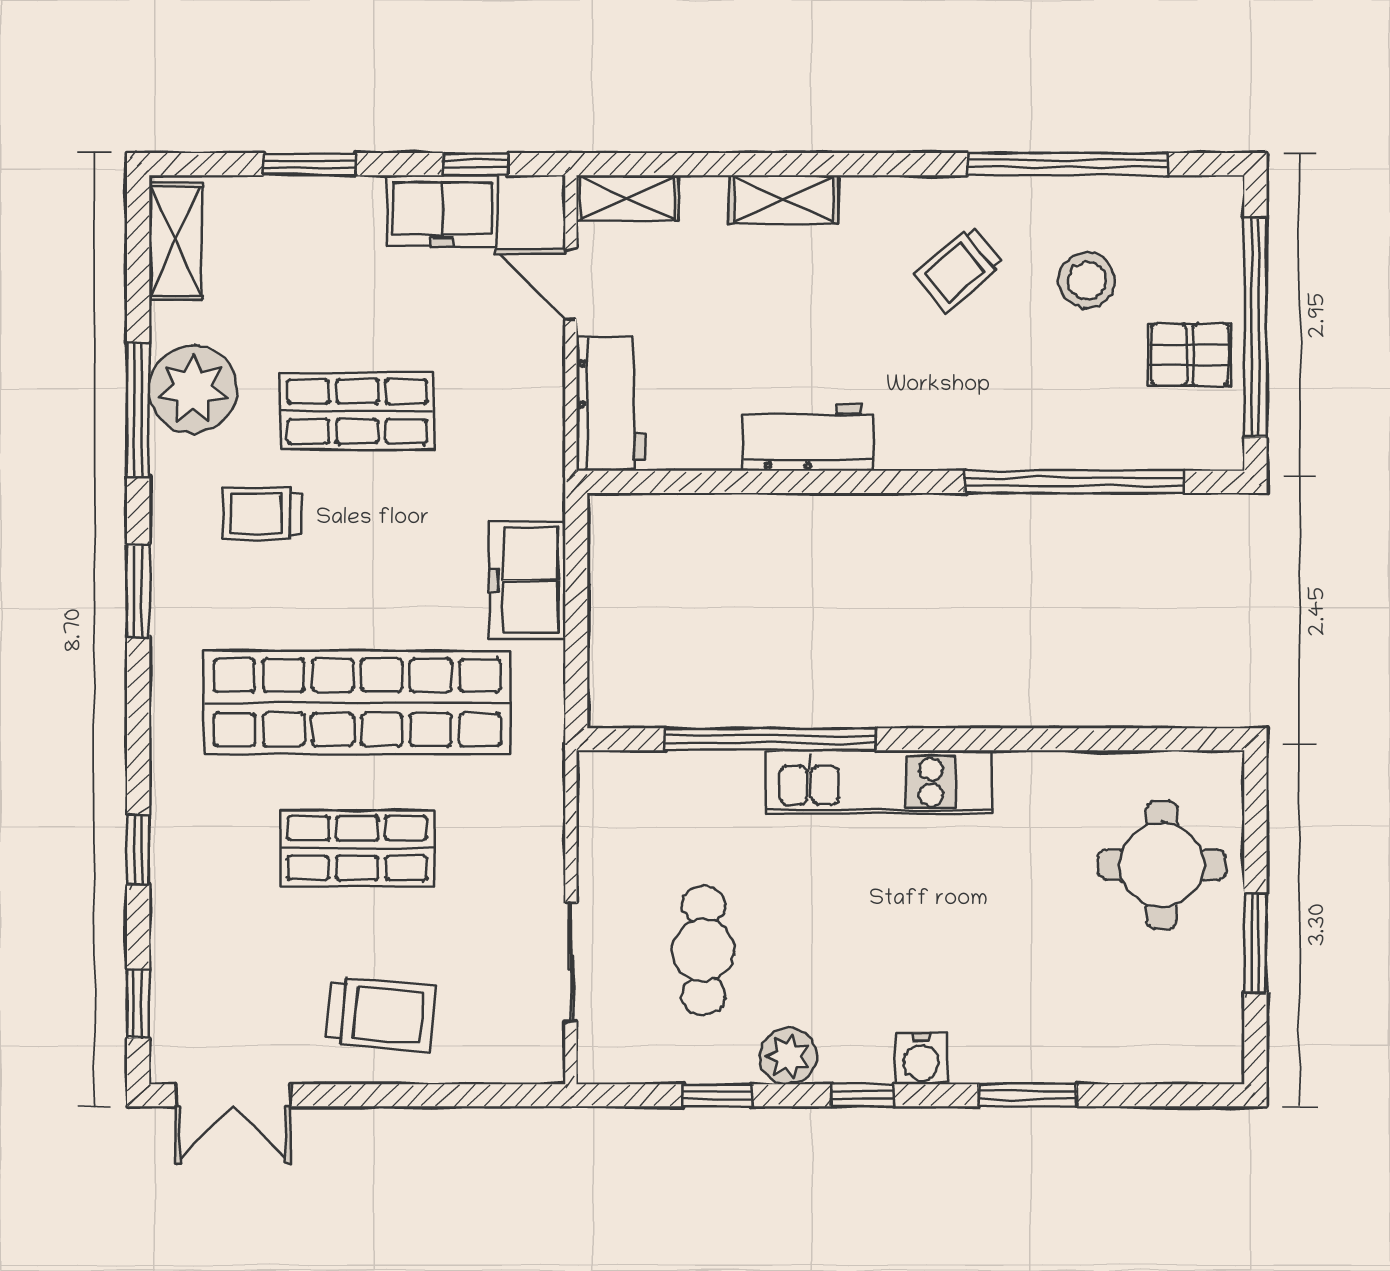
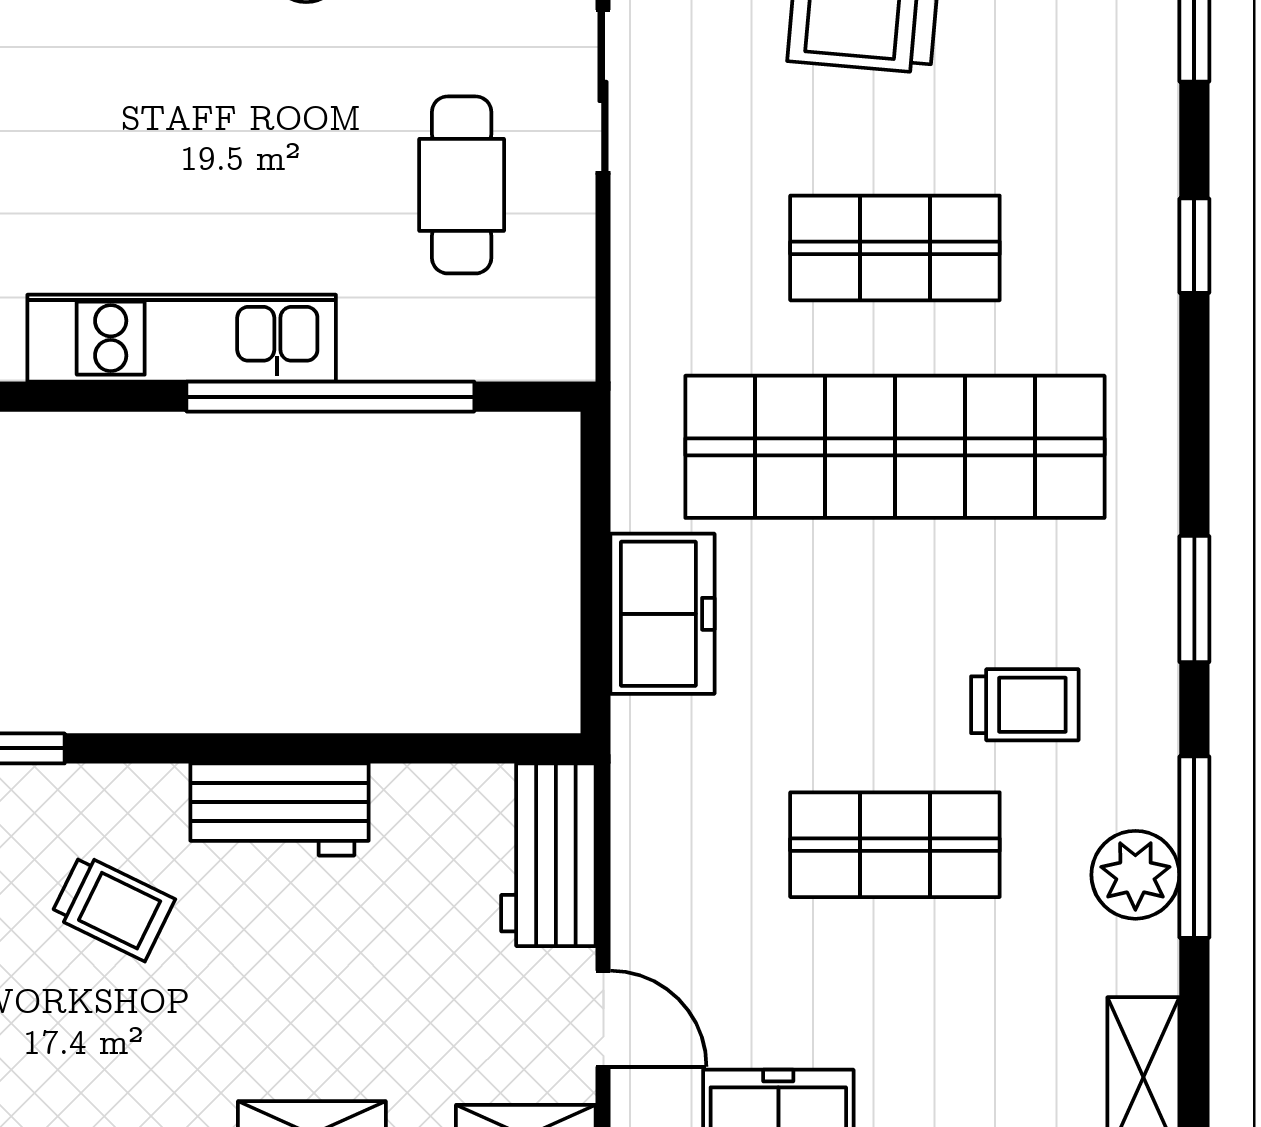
trolley: (959, 269) -> (113, 907), moved, turned 66
plant: (193, 389) -> (1135, 875), width x0.73, depth x0.73
cafe table: (703, 950) -> (462, 185), moved

